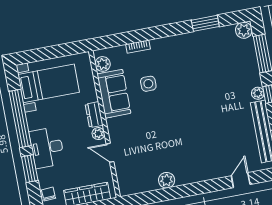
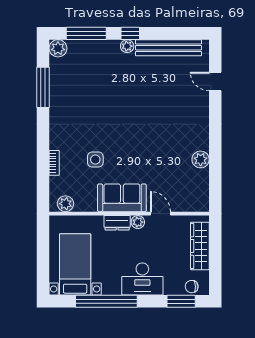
window: (205, 23) -> (43, 87), width x1.44
sofa: (114, 94) -> (122, 198), moved
door: (110, 153) -> (160, 214), swing flipped
window: (30, 169) -> (181, 301), moved

